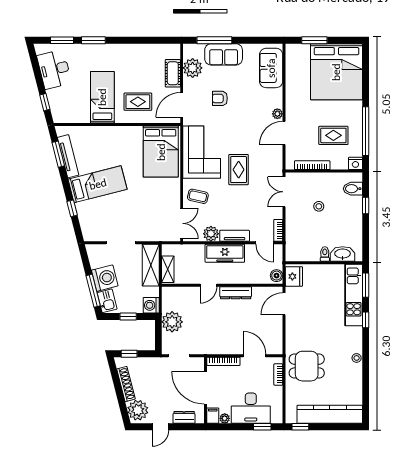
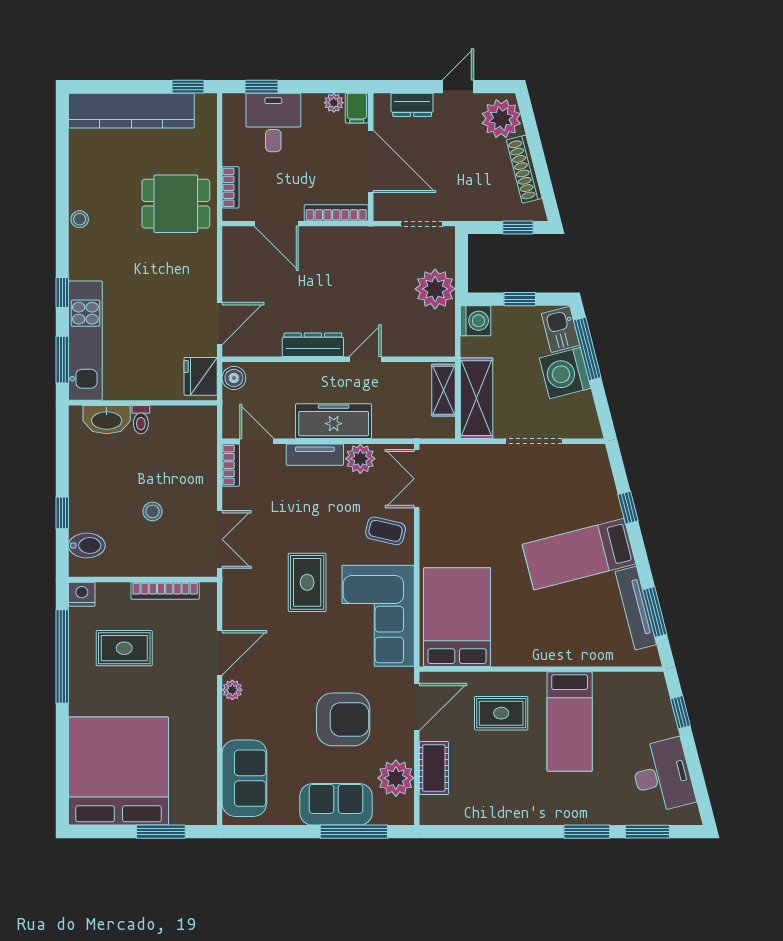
armchair: (220, 98) -> (343, 719), width x1.88, depth x1.88
desk: (251, 408) -> (273, 122), width x0.73

